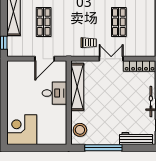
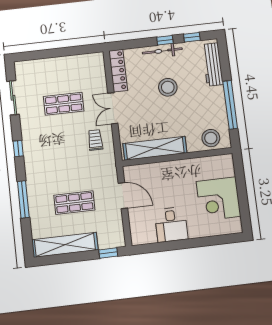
desk: (54, 93) -> (171, 225), moved, turned 180
stool: (122, 102) -> (168, 87), added
corner desk: (22, 130) -> (218, 199), moved

